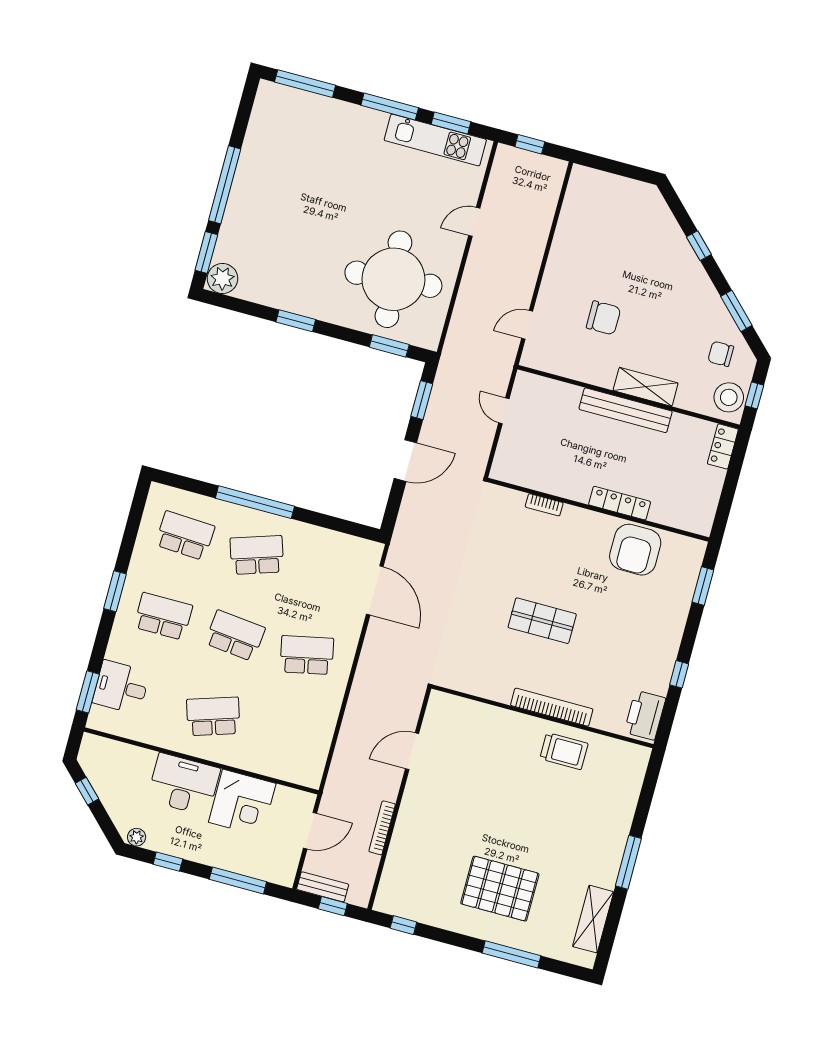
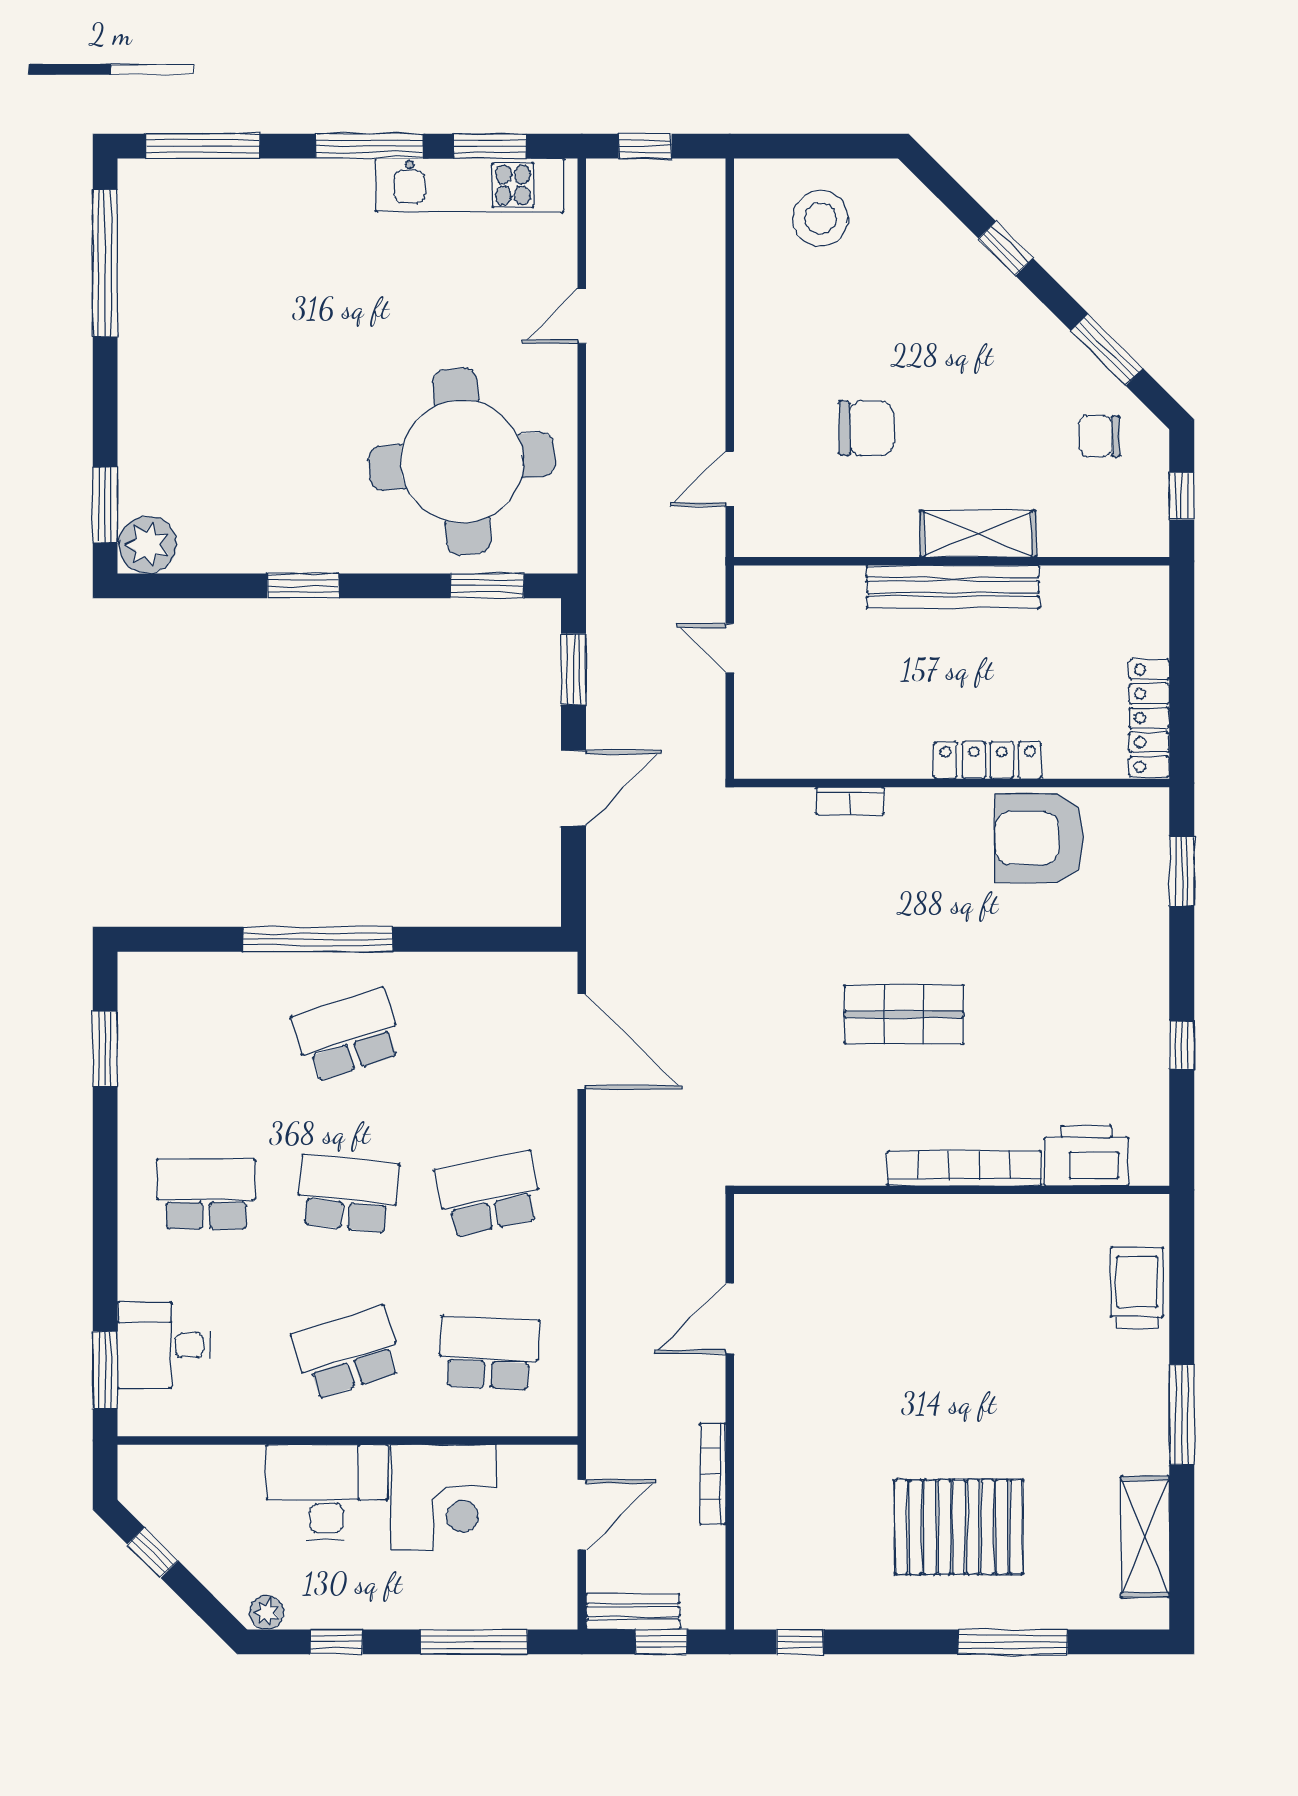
window: (225, 185) -> (105, 263), moved
stool: (729, 397) -> (820, 218), moved
locker: (723, 446) -> (1149, 718), moved, width x1.53
school desk: (185, 536) -> (489, 1353), moved
armchair: (635, 550) -> (1039, 838), turned 90
window: (115, 591) -> (105, 1049), moved
printer: (645, 715) -> (1086, 1156), moved, turned 90
trolley: (564, 751) -> (1137, 1288), moved, turned -90

